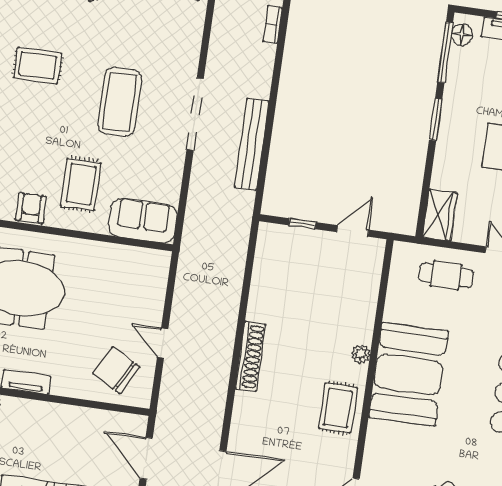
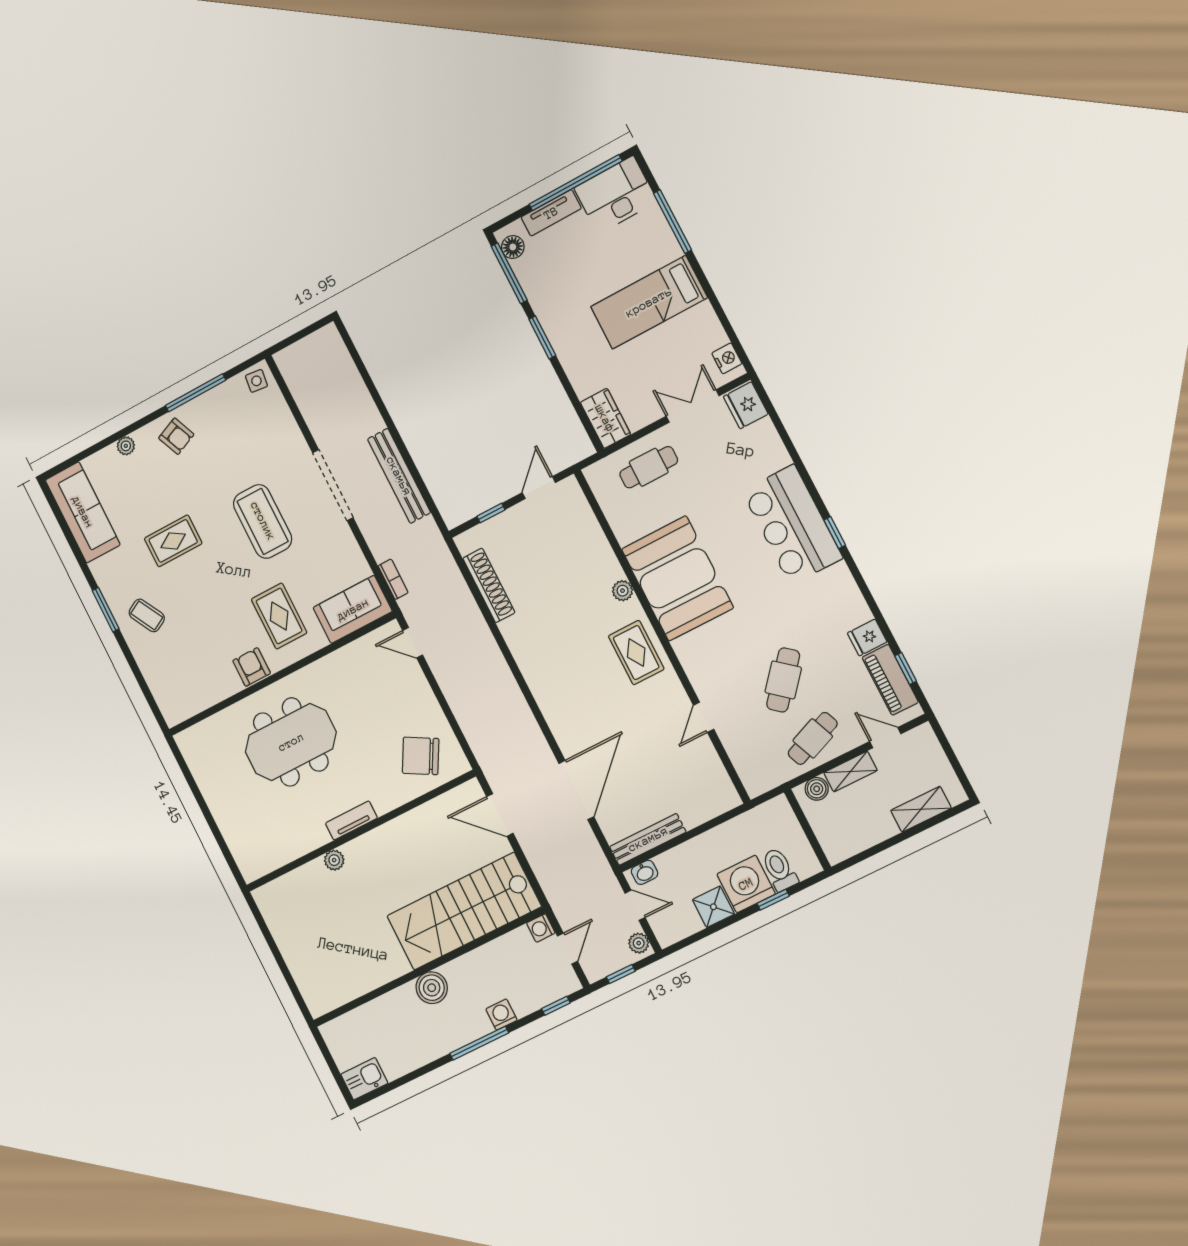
bookcase: (273, 24) -> (393, 579), moved, turned 180
door: (163, 343) -> (413, 643), moved
shoe rack: (250, 356) -> (489, 585), moved

